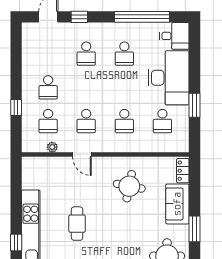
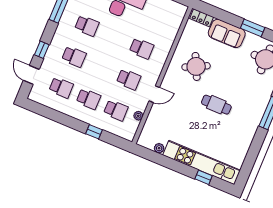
school desk: (162, 121) -> (61, 88), moved
plant: (27, 183) -> (159, 148), added
round table: (129, 186) -> (196, 66), turned -37
cafe table: (77, 224) -> (216, 105), moved

